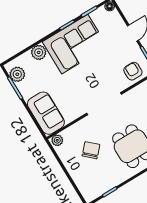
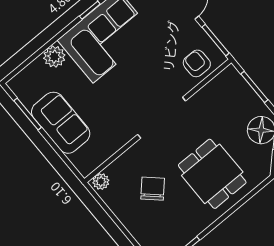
plant: (17, 74) -> (28, 93), removed
sofa: (46, 113) -> (61, 123), moved

